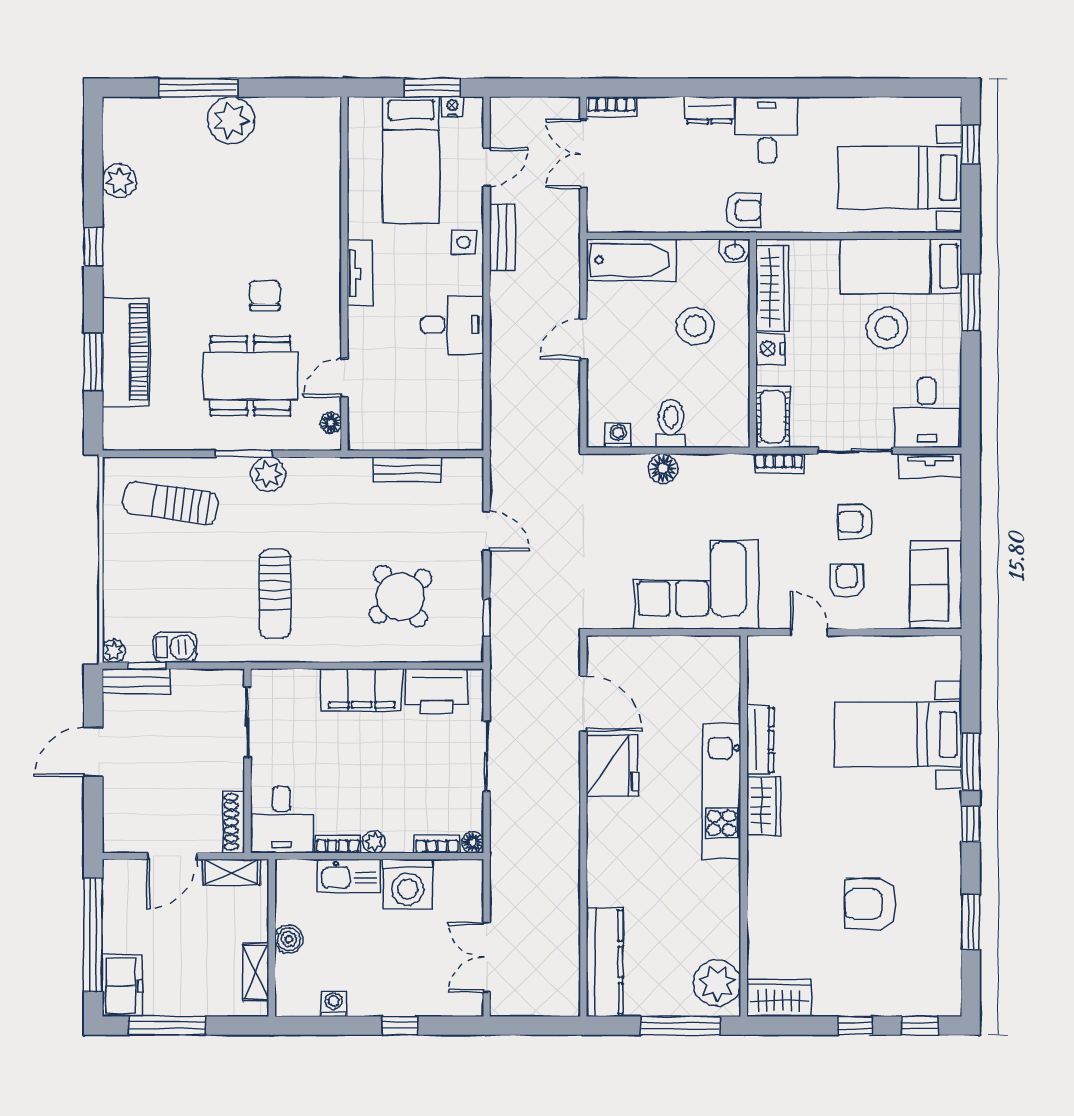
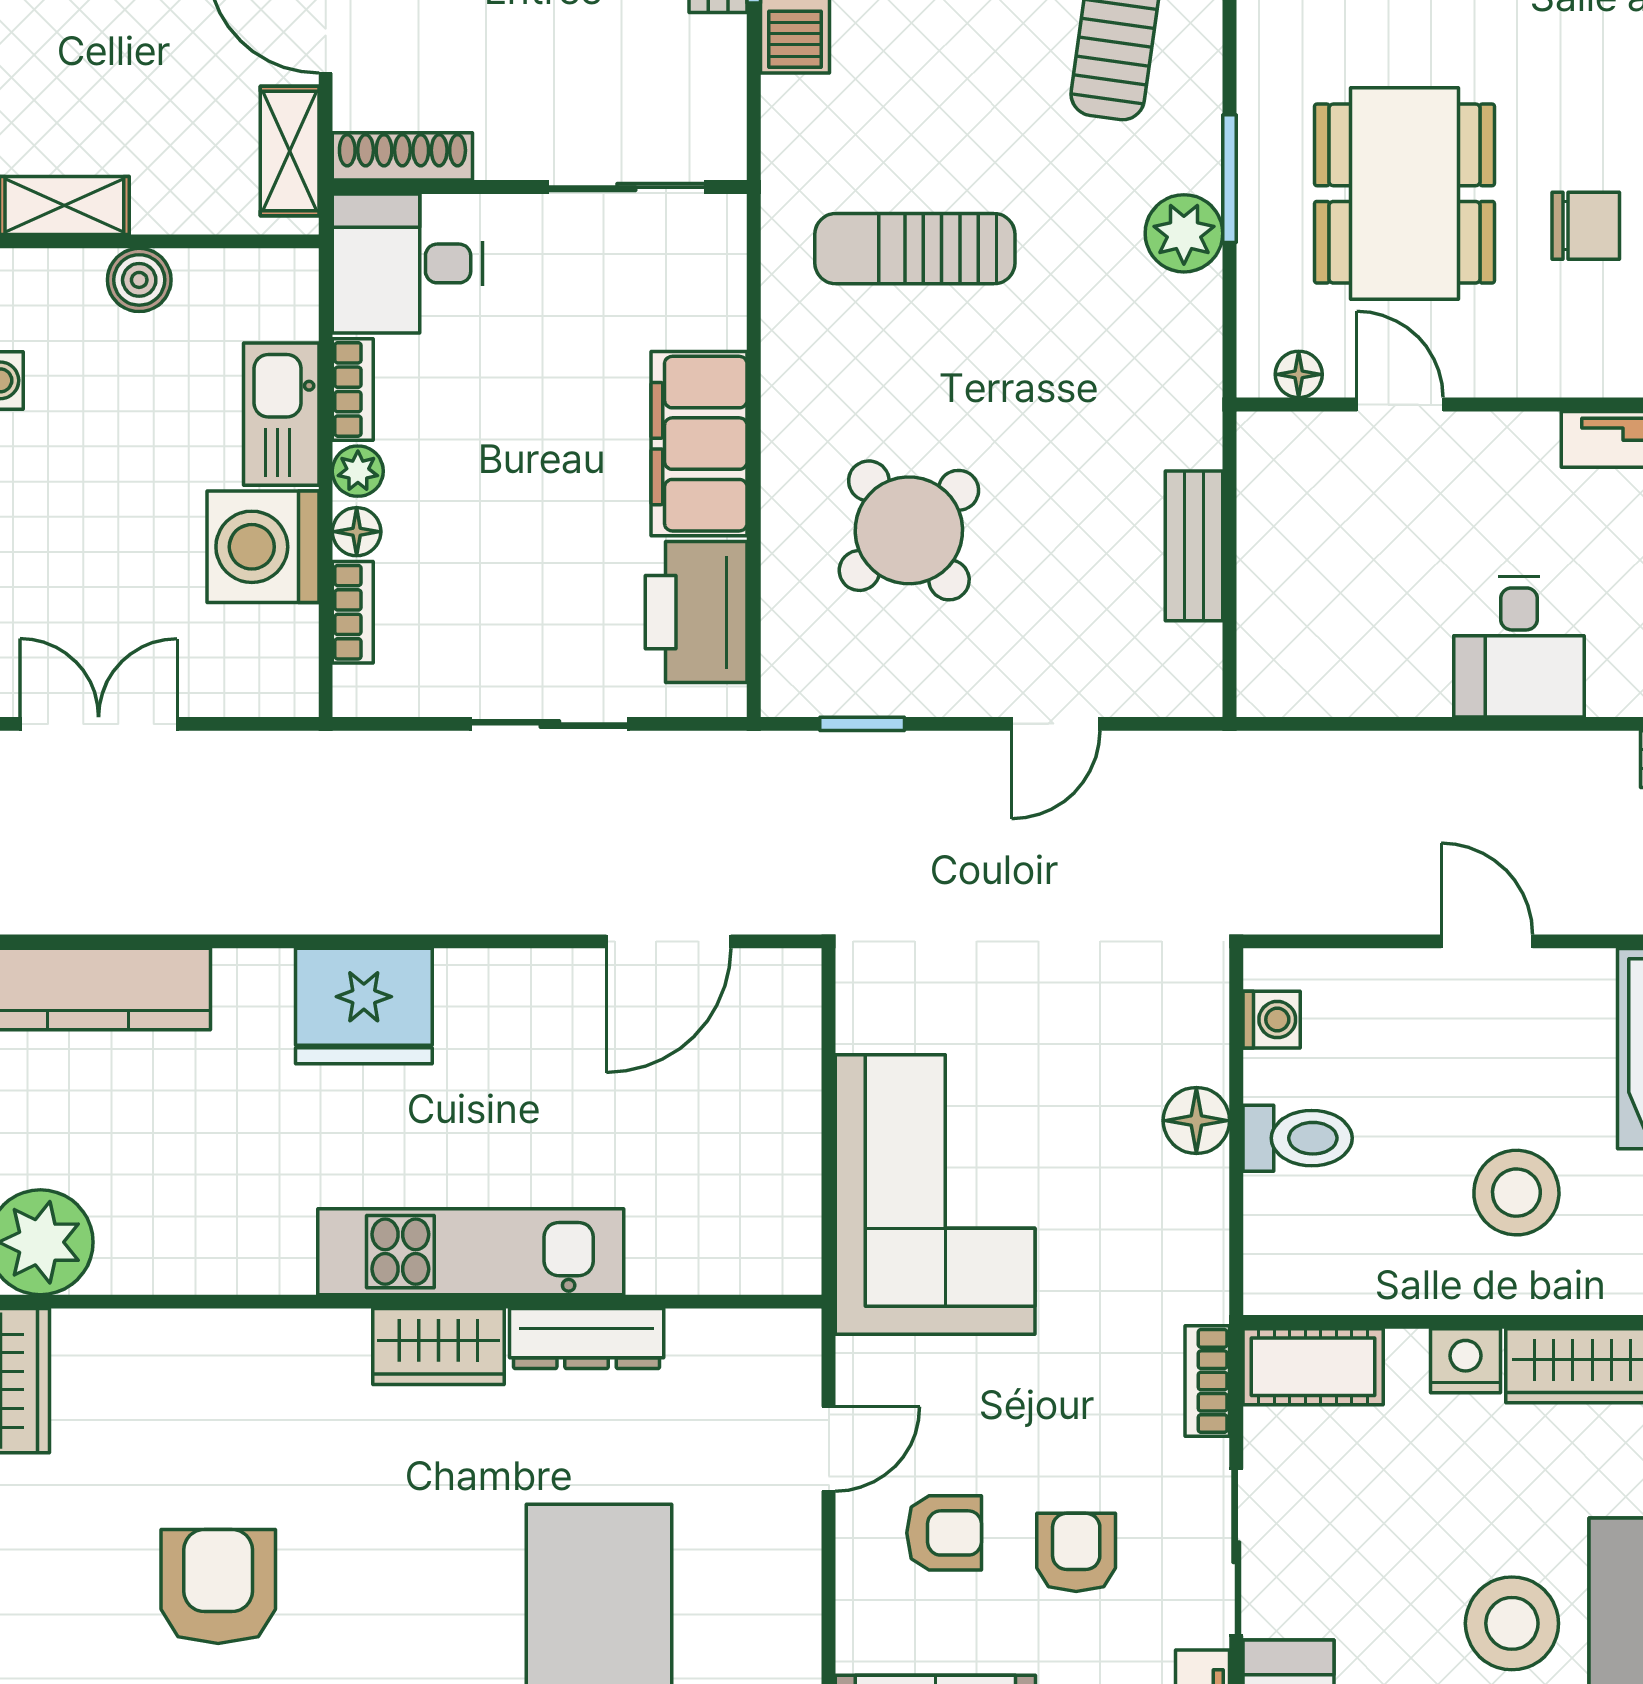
fridge: (612, 766) -> (364, 1006), moved
floor lamp: (473, 842) -> (357, 532), moved

